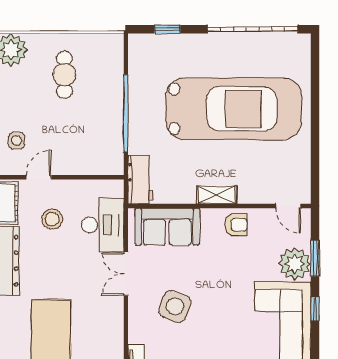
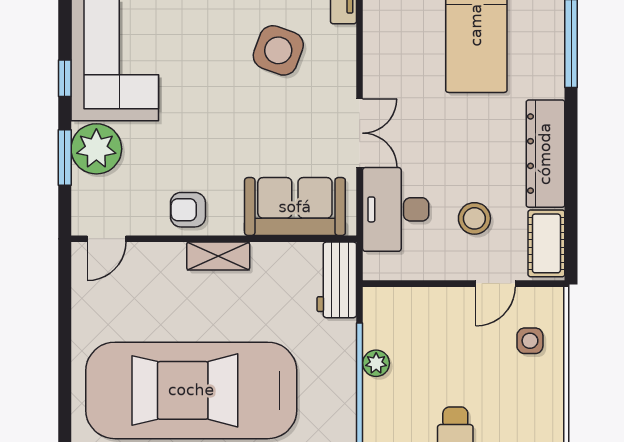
plant: (115, 126) -> (376, 363), added
door: (288, 206) -> (106, 239), swing flipped
side table: (175, 306) -> (278, 50), moved

